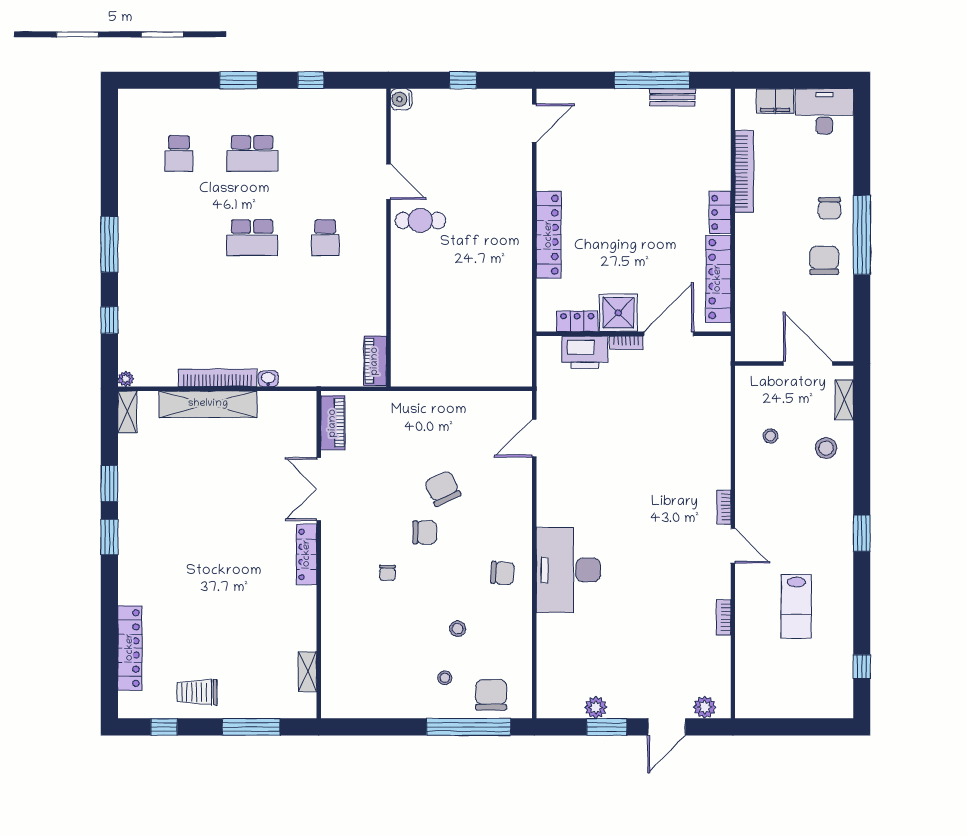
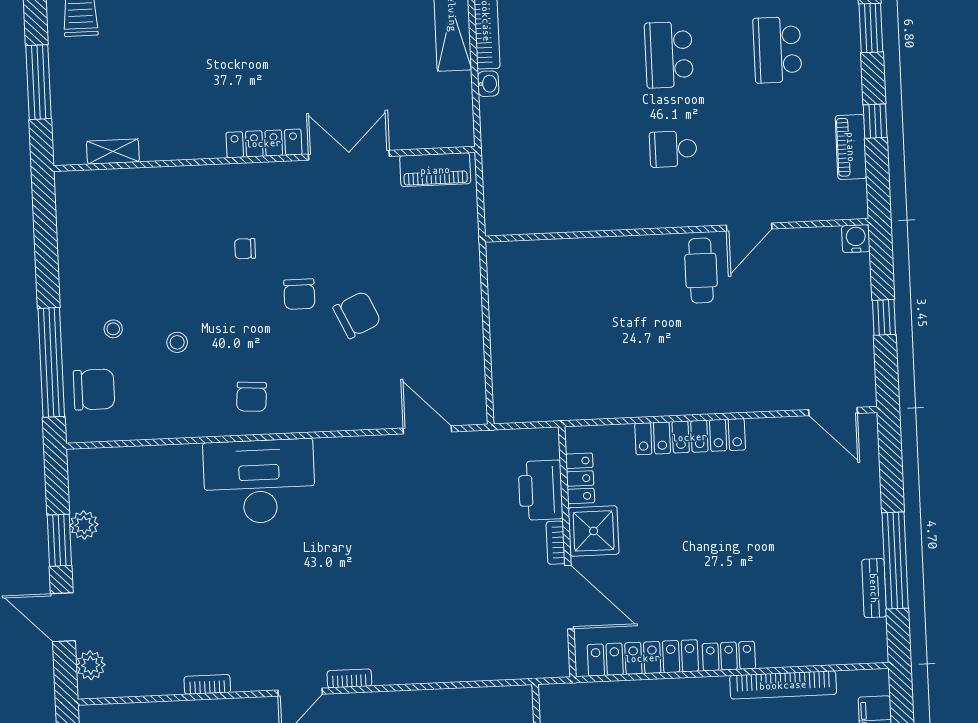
piano: (375, 361) -> (851, 147), moved, turned -90

